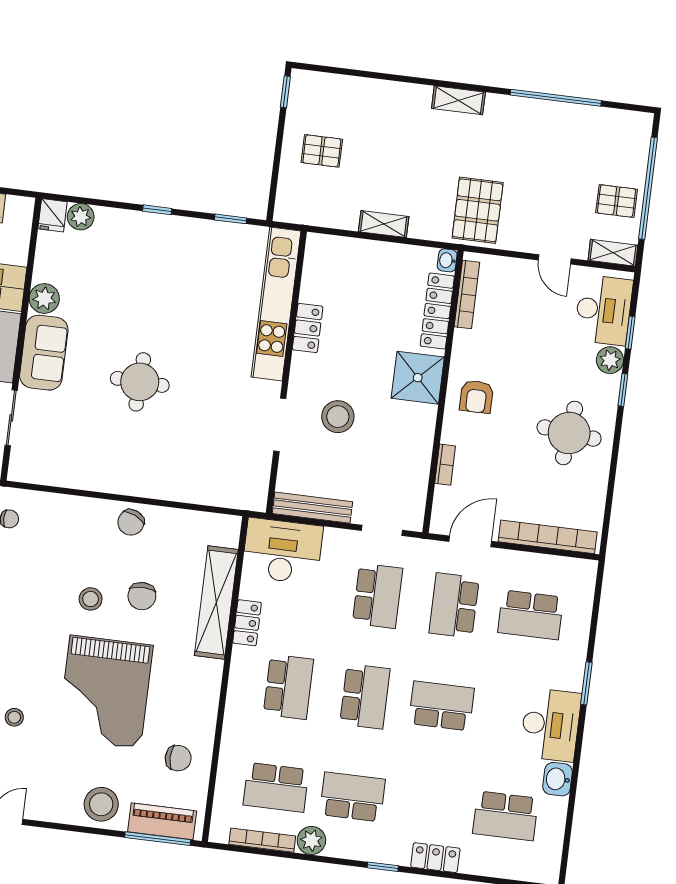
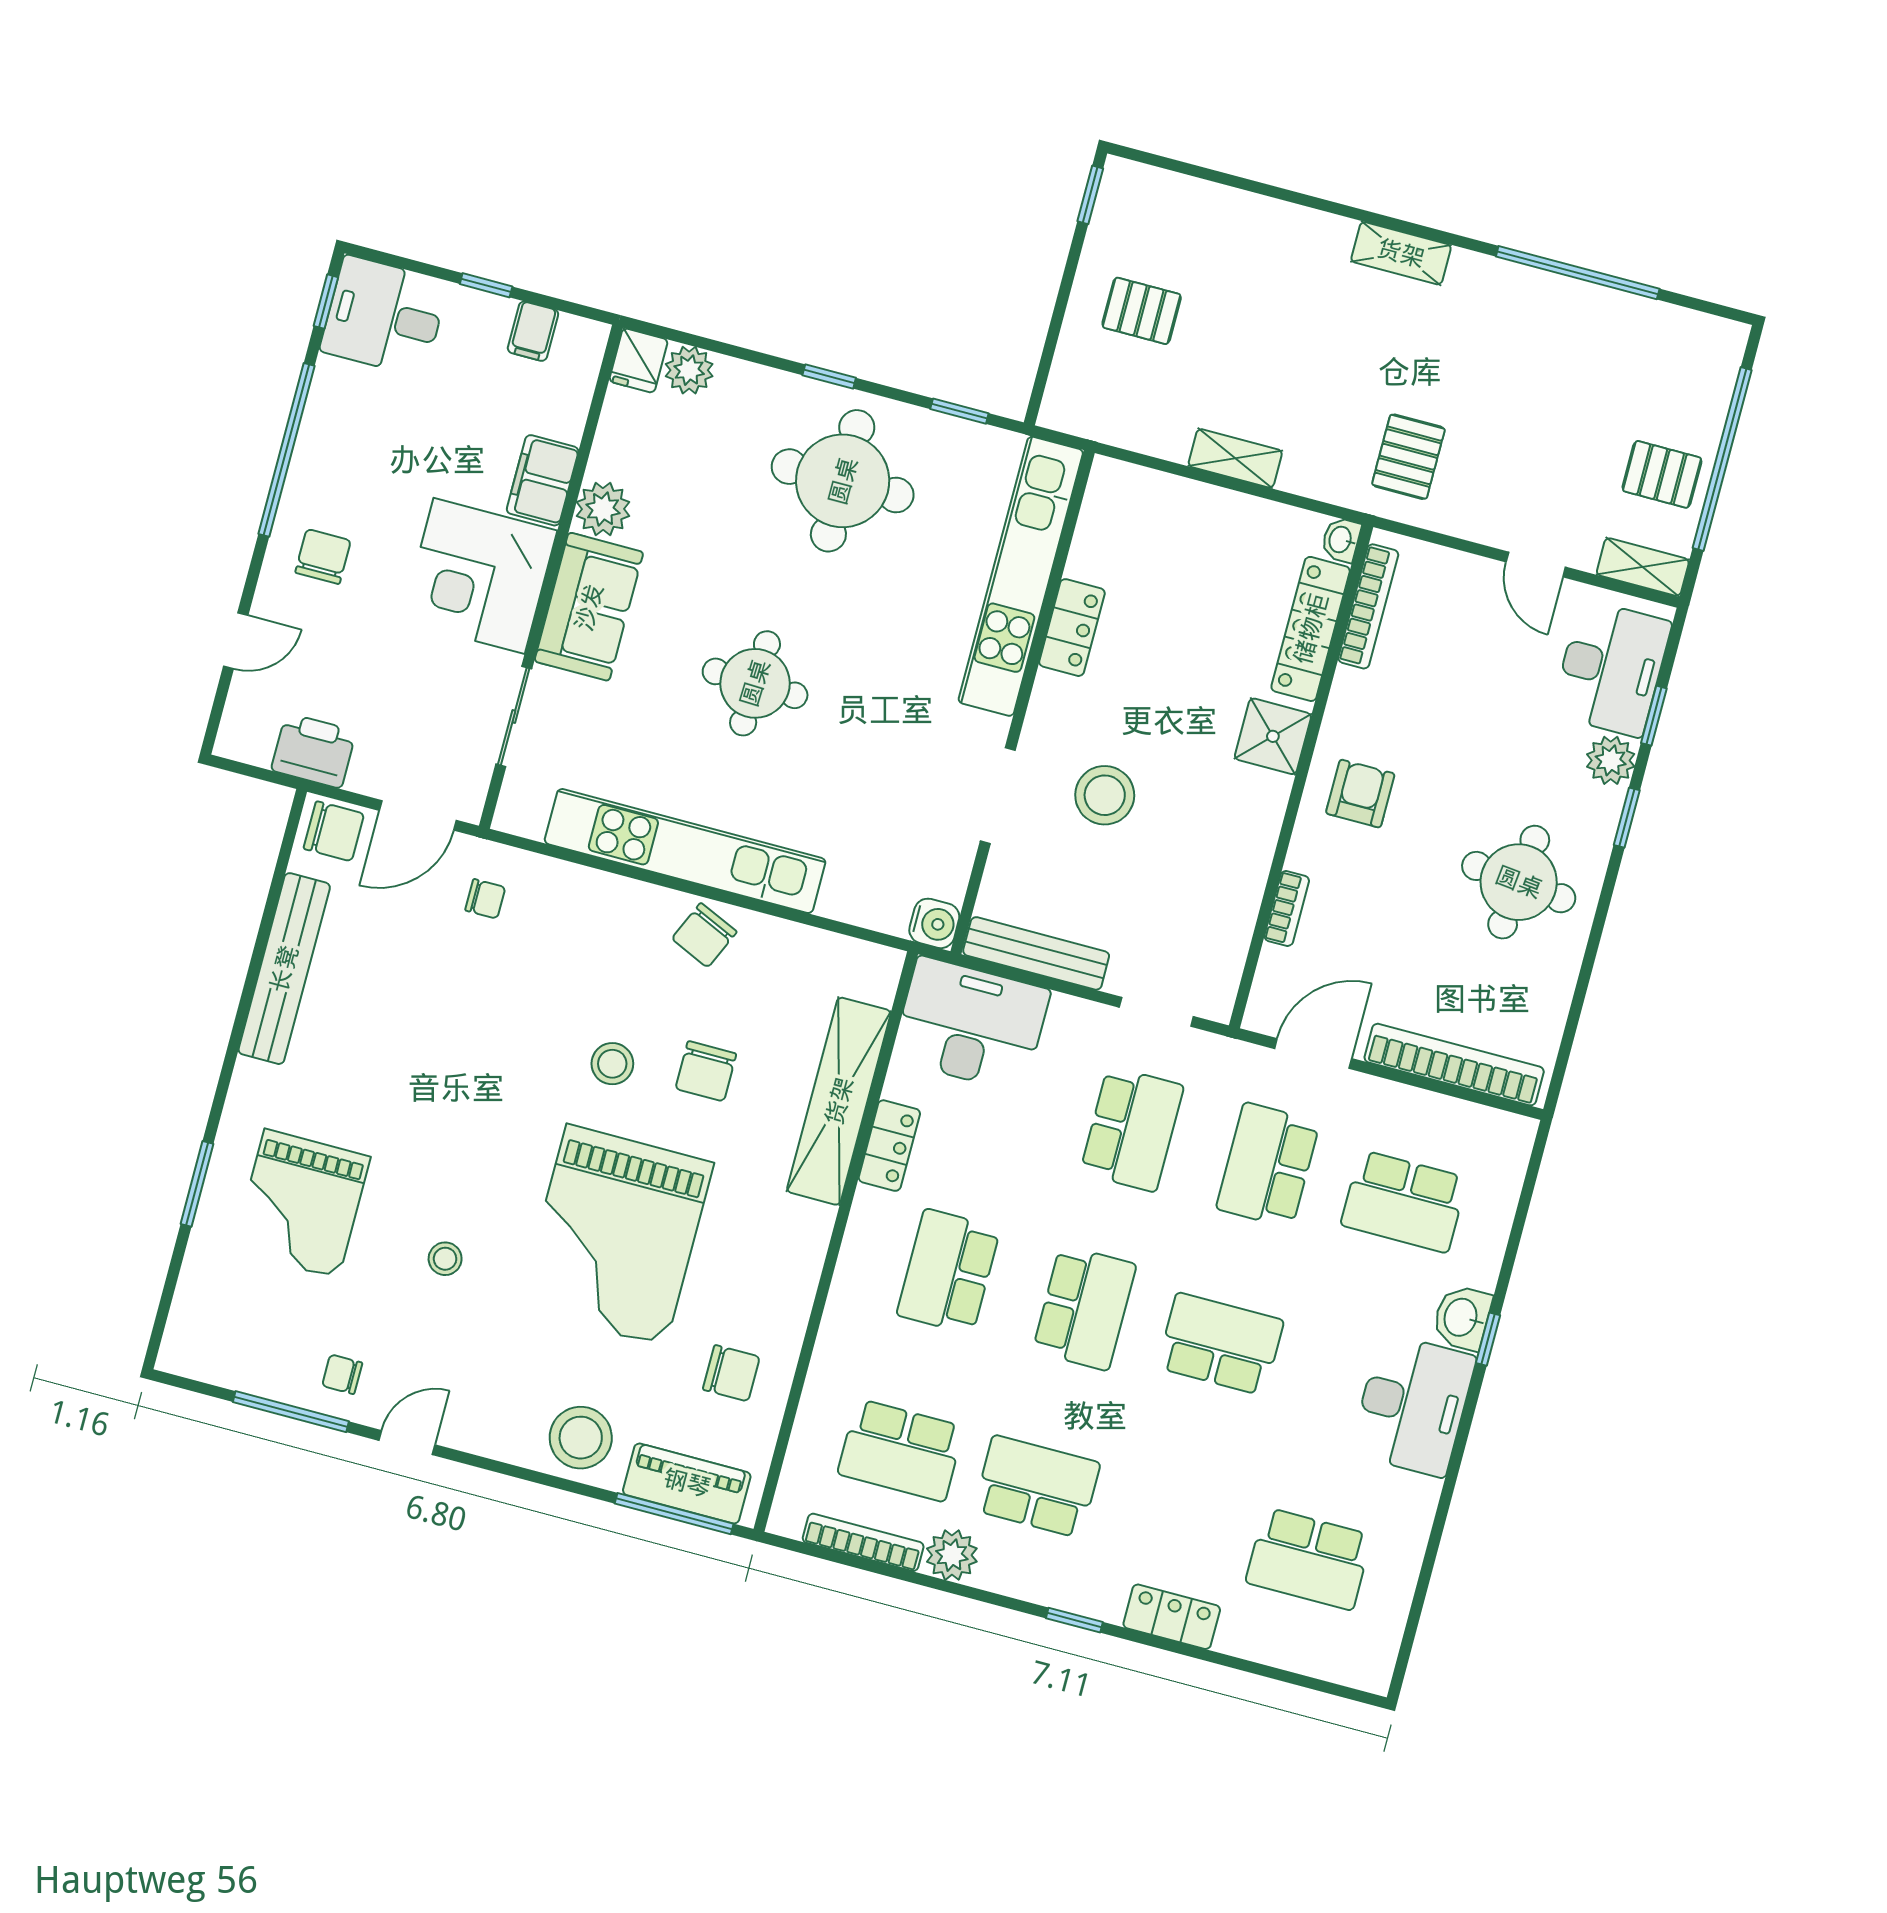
pallet: (478, 210) -> (1408, 457), width x0.67, depth x0.71
round table: (172, 265) -> (843, 481), added
shower: (418, 378) -> (1273, 736), width x0.73, depth x0.73
armchair: (476, 397) -> (1360, 794), turned 180
kitchen unit: (114, 478) -> (685, 851), added
water cooler: (255, 499) -> (934, 923), added
window: (586, 683) -> (1488, 1339), width x0.67
school desk: (288, 687) -> (948, 1272), turned 180
washbasin: (558, 779) -> (1462, 1318), moved

